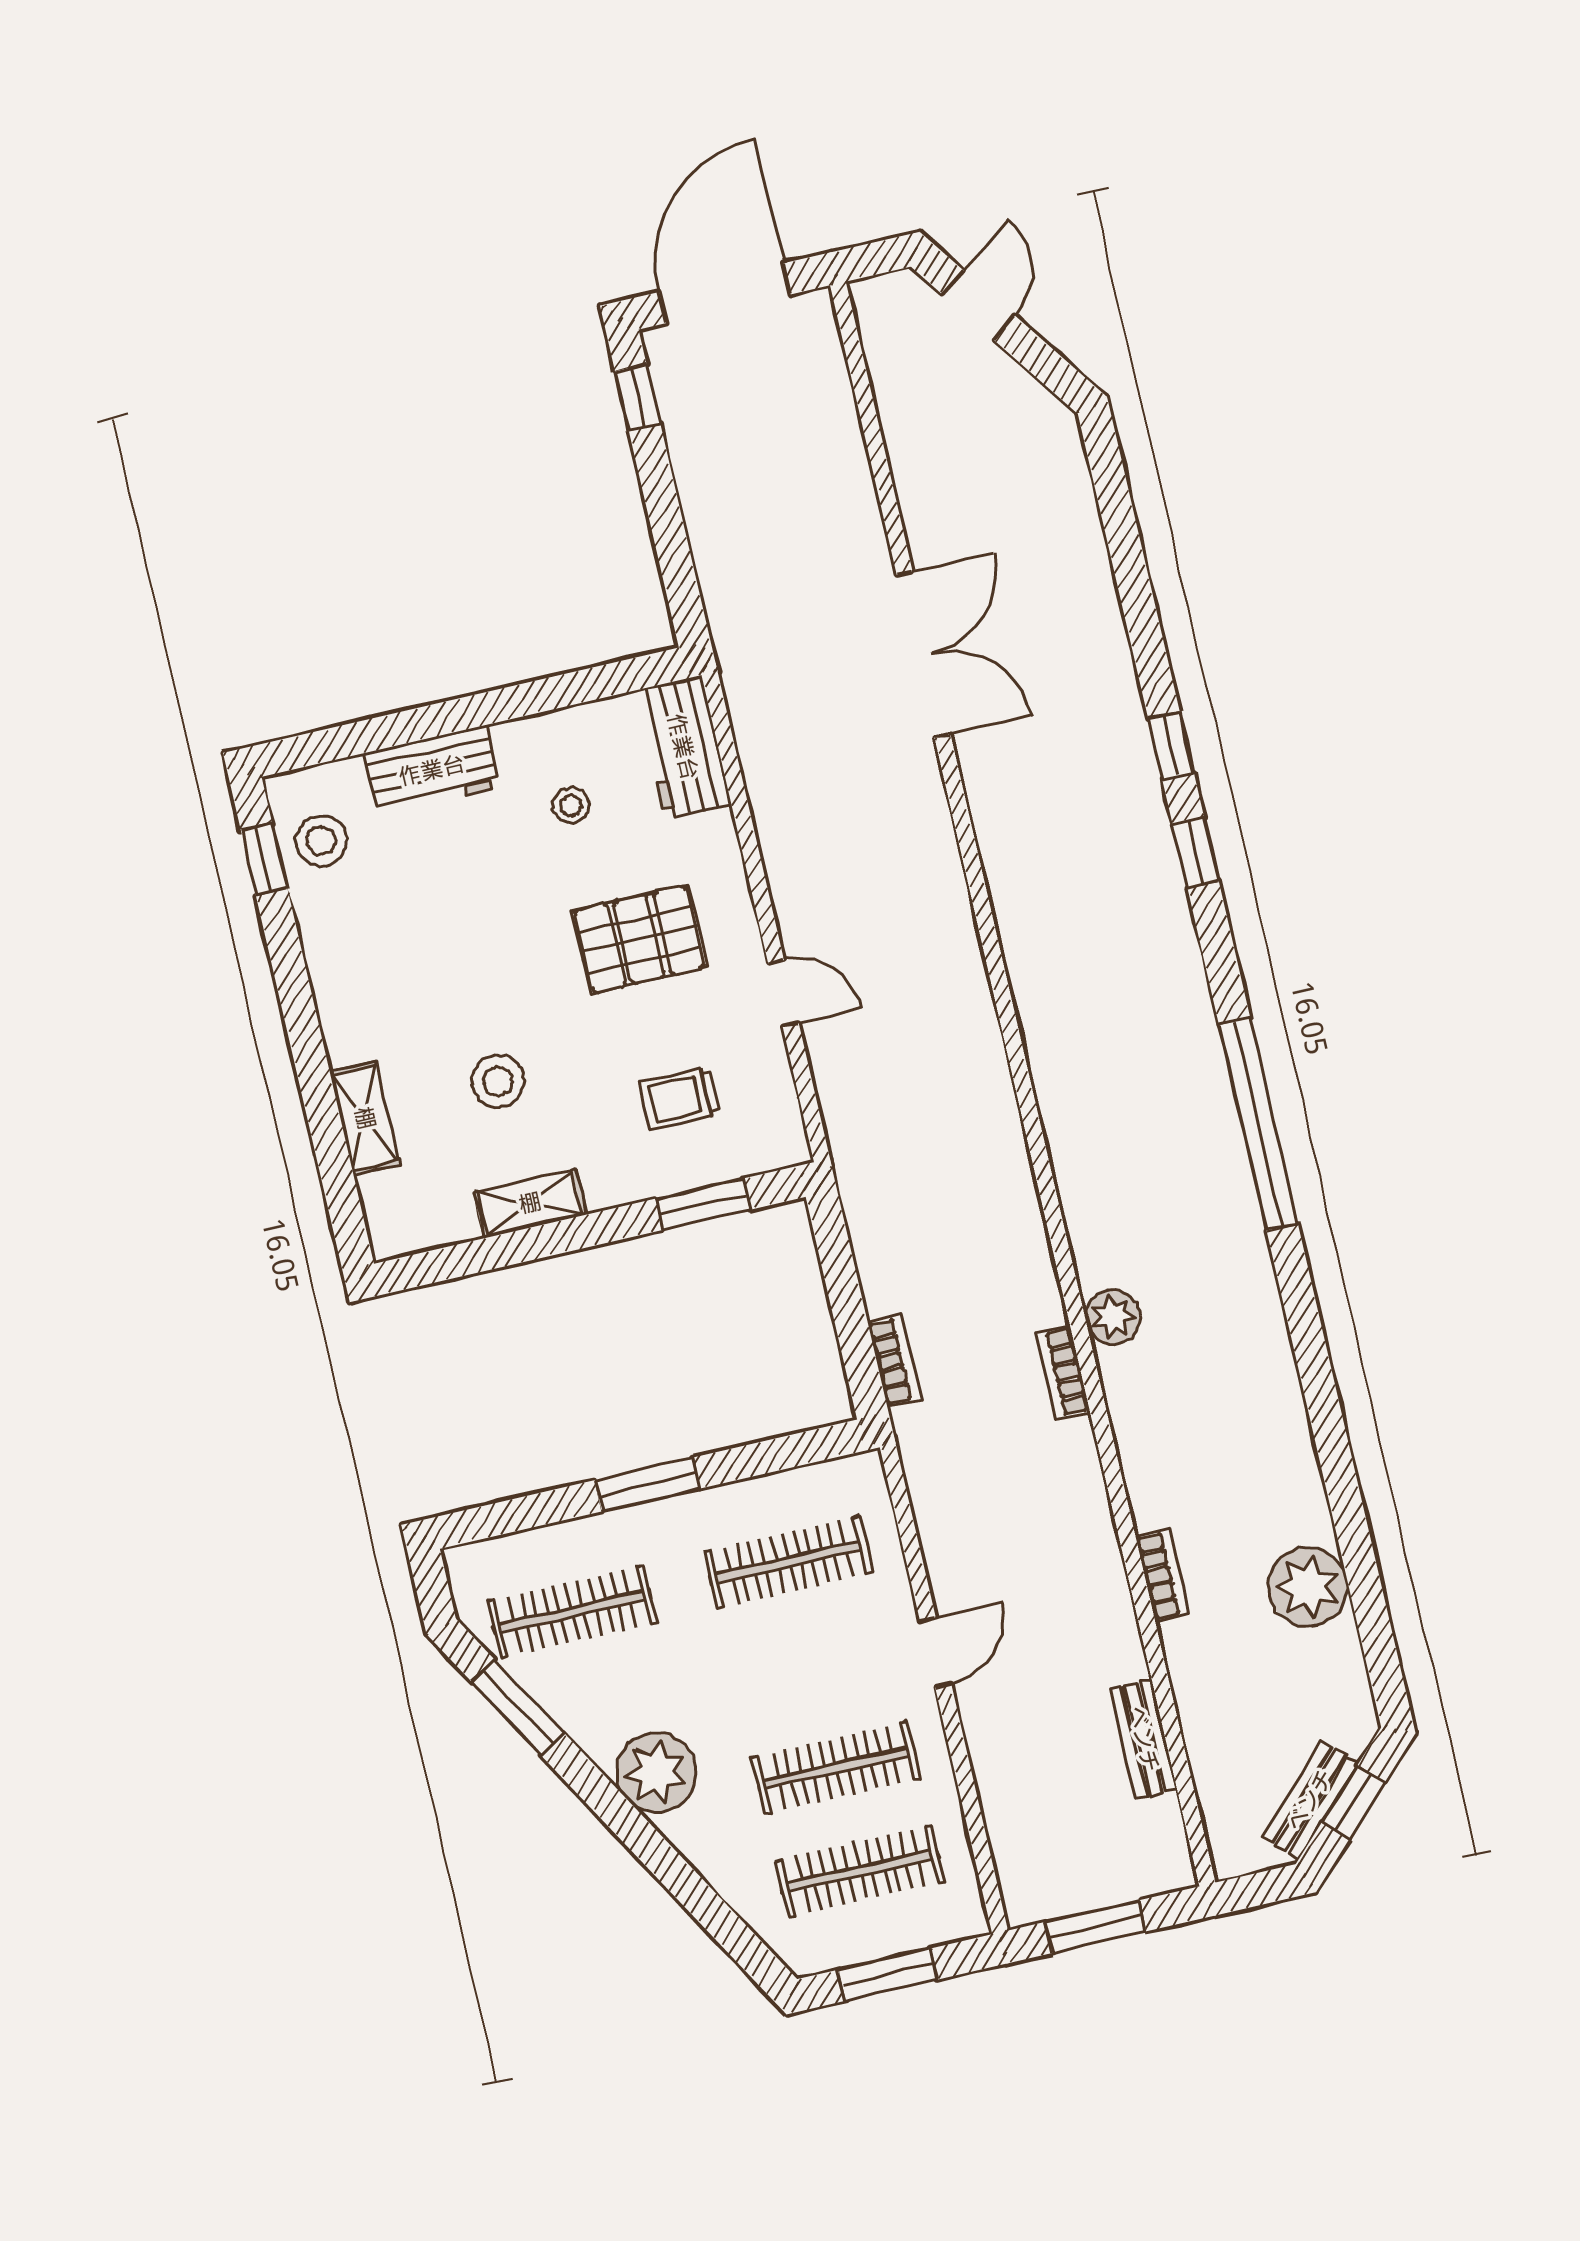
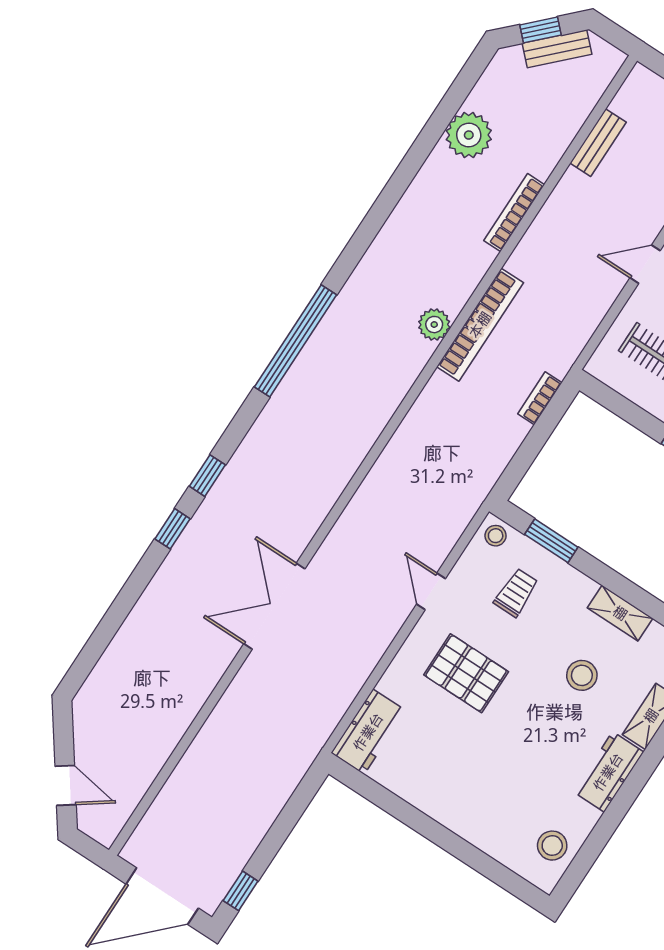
door: (979, 305) -> (66, 785), swing flipped
double door: (923, 655) -> (274, 606), moved
workbench: (432, 770) -> (608, 772), moved, turned -90
stool: (571, 805) -> (496, 536), moved
window: (264, 859) -> (583, 862), removed
trolley: (680, 1098) -> (516, 593), turned -90
bookcase: (1063, 1373) -> (480, 325), width x2.31, depth x1.31
bookcase: (1162, 1575) -> (514, 213), width x1.56

